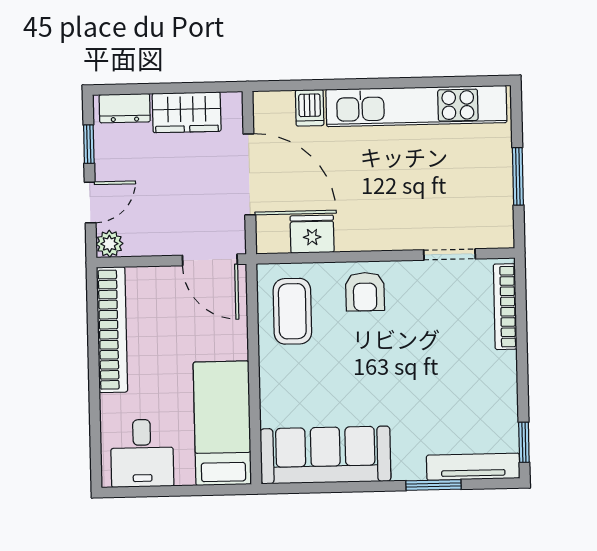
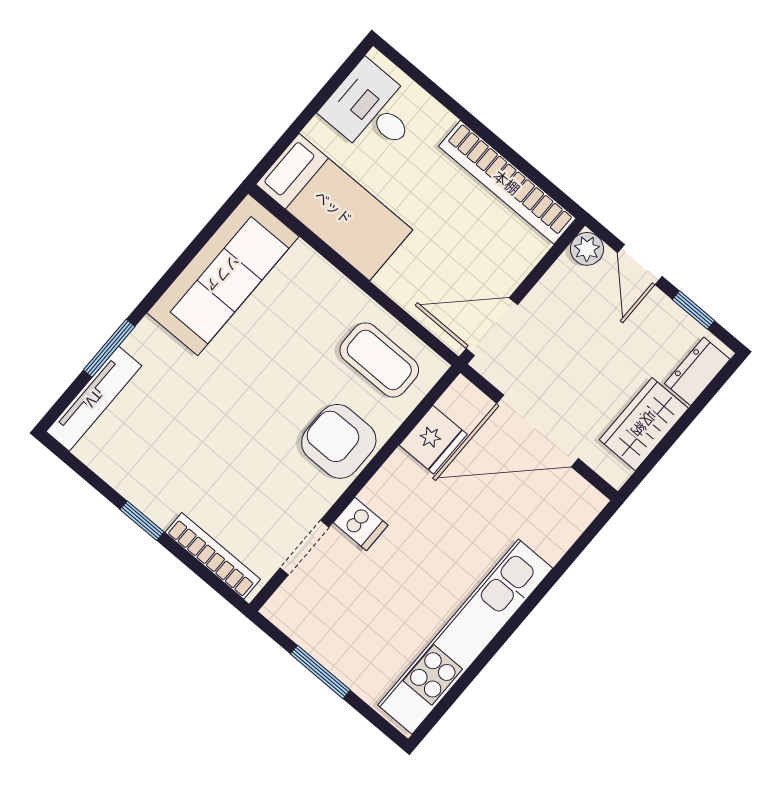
dishwasher: (310, 108) -> (361, 524), moved, turned 180
armchair: (365, 292) -> (339, 441), width x1.38, depth x1.38
window: (524, 442) -> (142, 521), moved

